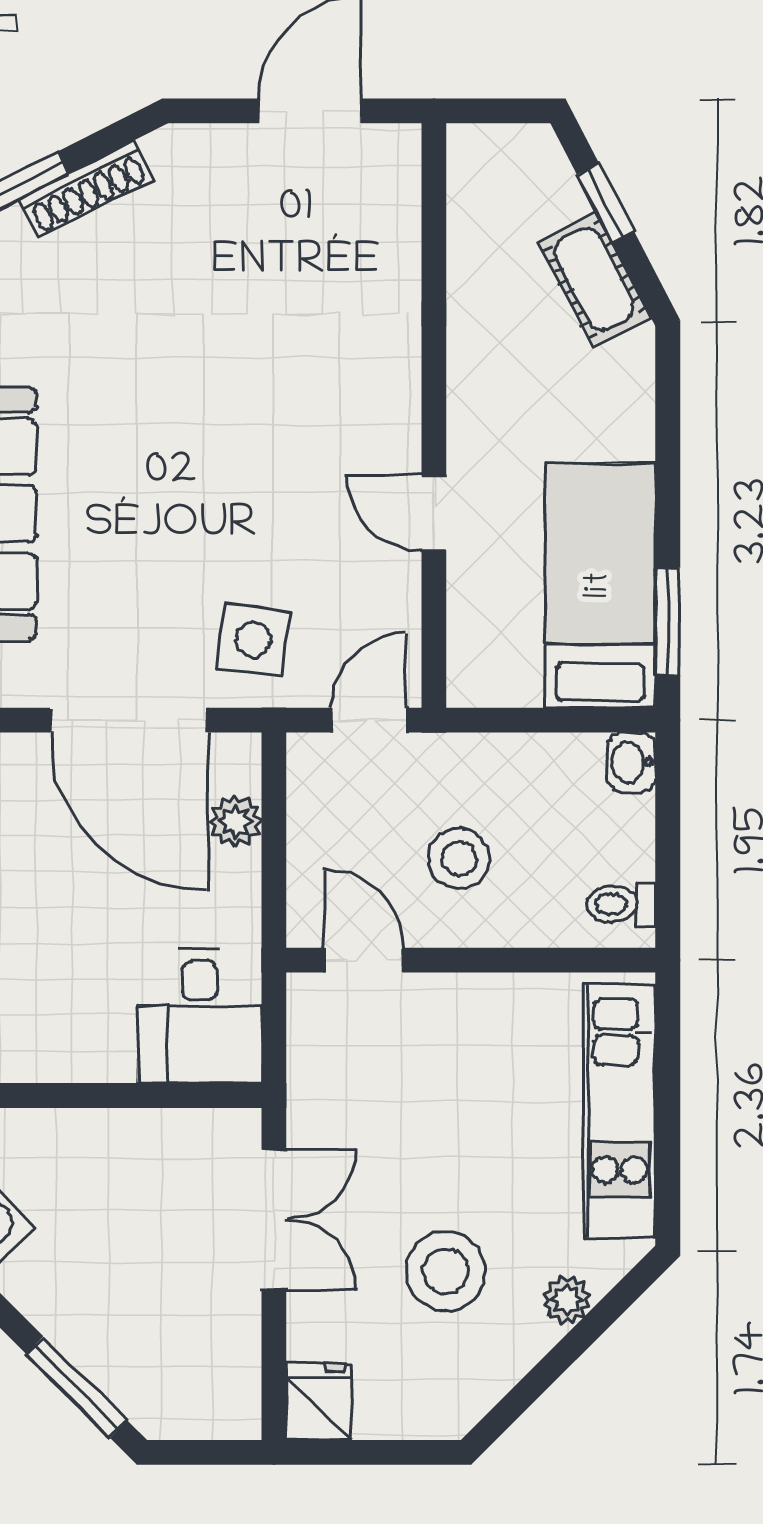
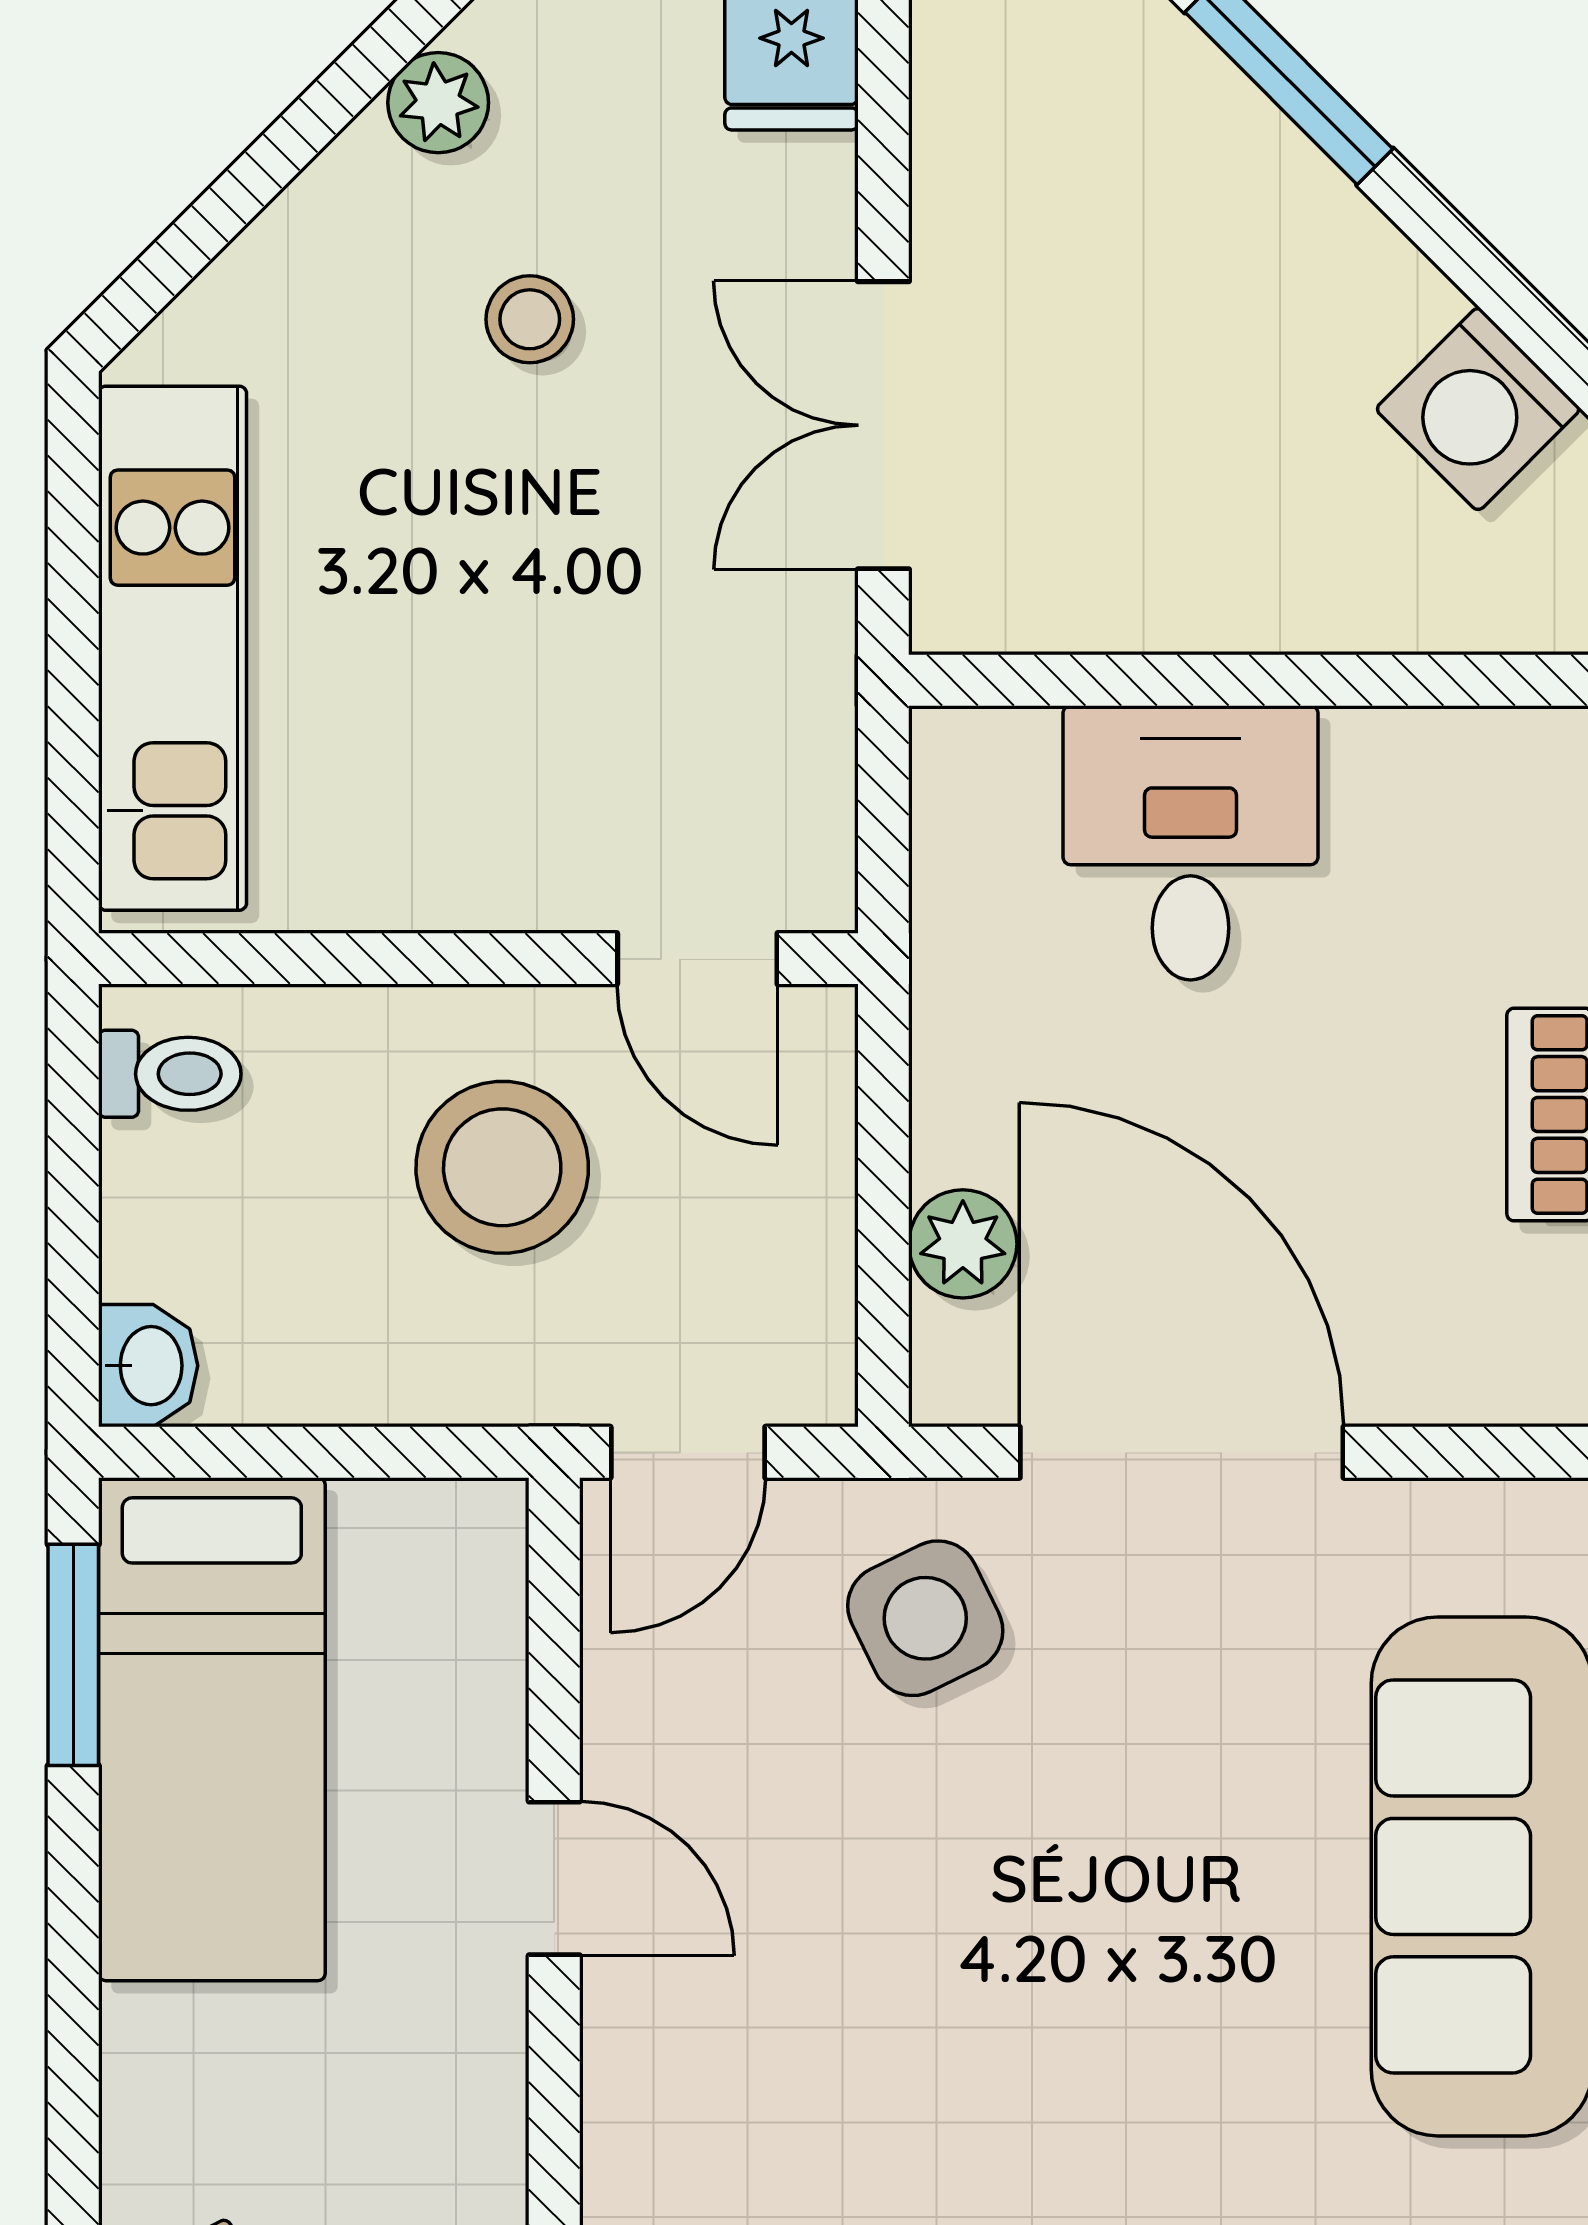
side table: (253, 639) -> (925, 1618), turned -34
stool: (459, 859) -> (502, 1167), width x1.38, depth x1.38
desk: (200, 1016) -> (1191, 843), moved
stool: (446, 1271) -> (530, 319), width x0.53, depth x0.53
plant: (567, 1300) -> (438, 103), moved

